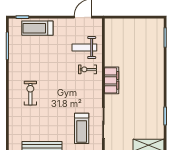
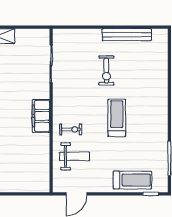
exercise bike: (30, 93) -> (106, 71), moved
treadmill: (82, 128) -> (117, 118), moved

